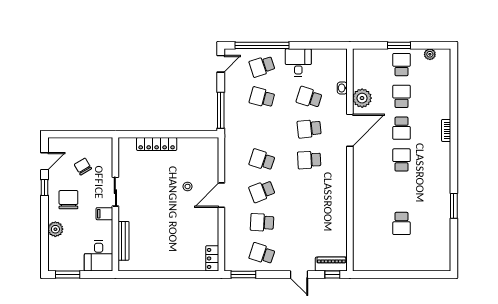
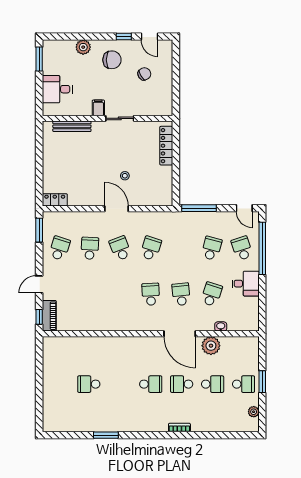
sliding door: (115, 192) -> (120, 118), moved
wall: (115, 204) -> (107, 118), moved
filing cabinet: (104, 214) -> (98, 108), moved
bench: (123, 241) -> (72, 126), moved

